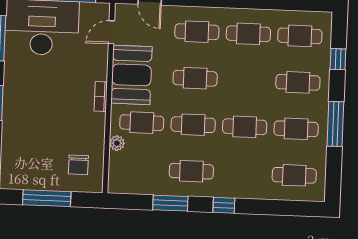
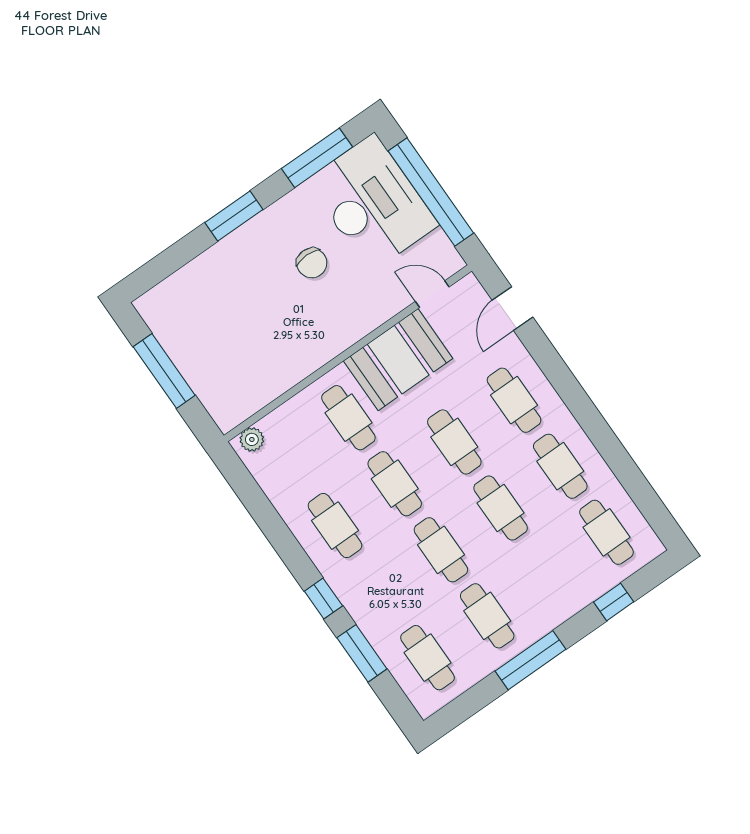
cafe table: (298, 82) -> (501, 508), moved
bookcase: (101, 97) -> (342, 342), removed
plant: (117, 143) -> (252, 439), moved
chair: (78, 165) -> (312, 263), moved, turned -90
window: (170, 203) -> (362, 653), moved

